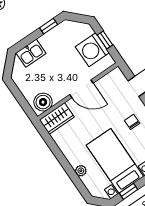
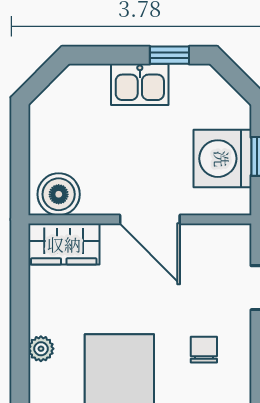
kitchen sink: (31, 53) -> (140, 84), moved
plant: (81, 171) -> (41, 349), moved

